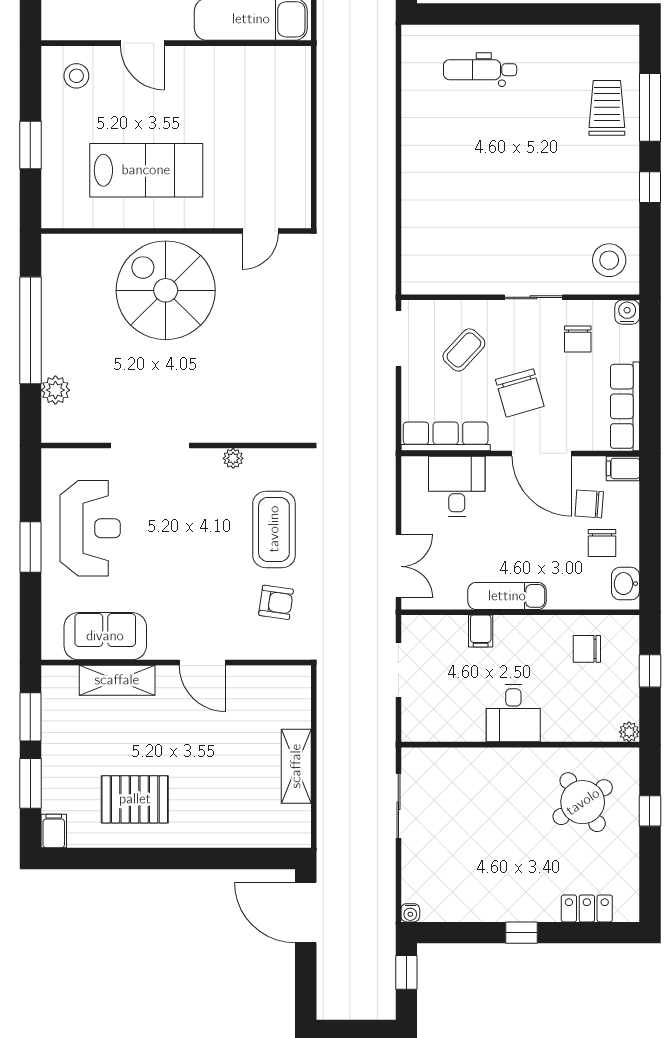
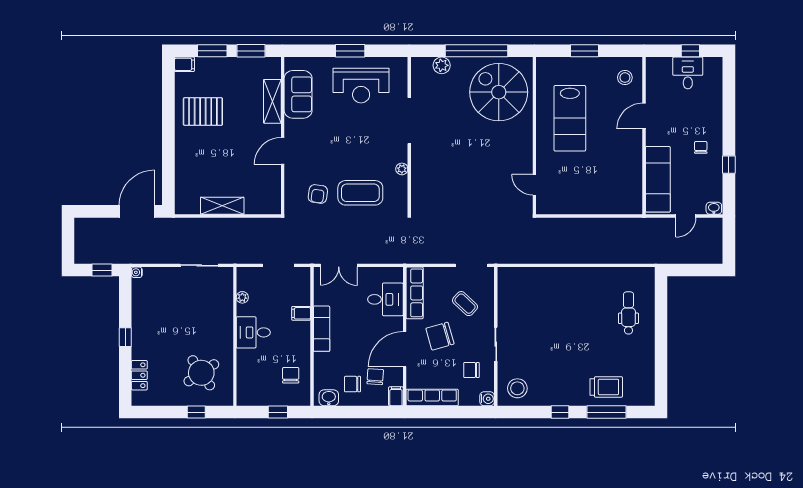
spiral stairs: (166, 290) -> (499, 92), moved, turned -90
plant: (629, 732) -> (242, 297), moved
pallet: (135, 799) -> (203, 112), turned 90

